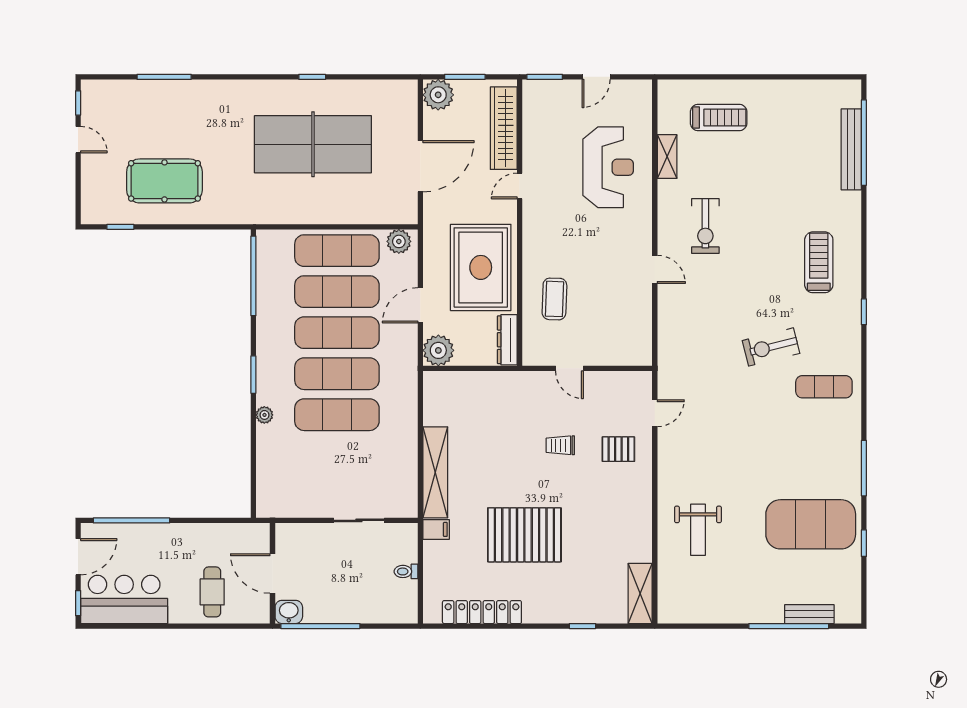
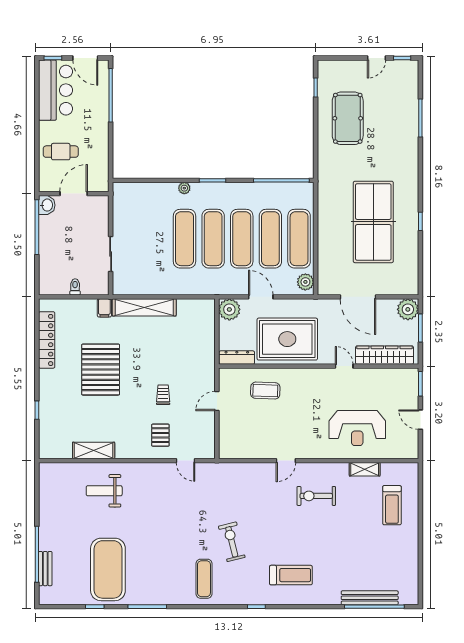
shelving: (640, 593) -> (94, 450), moved

